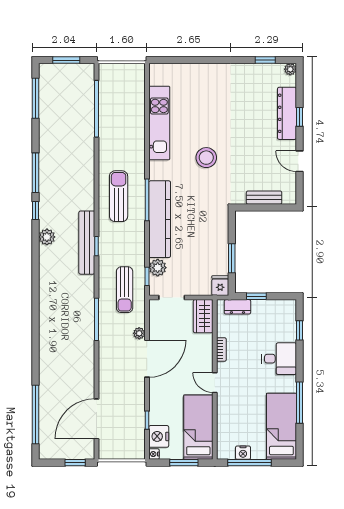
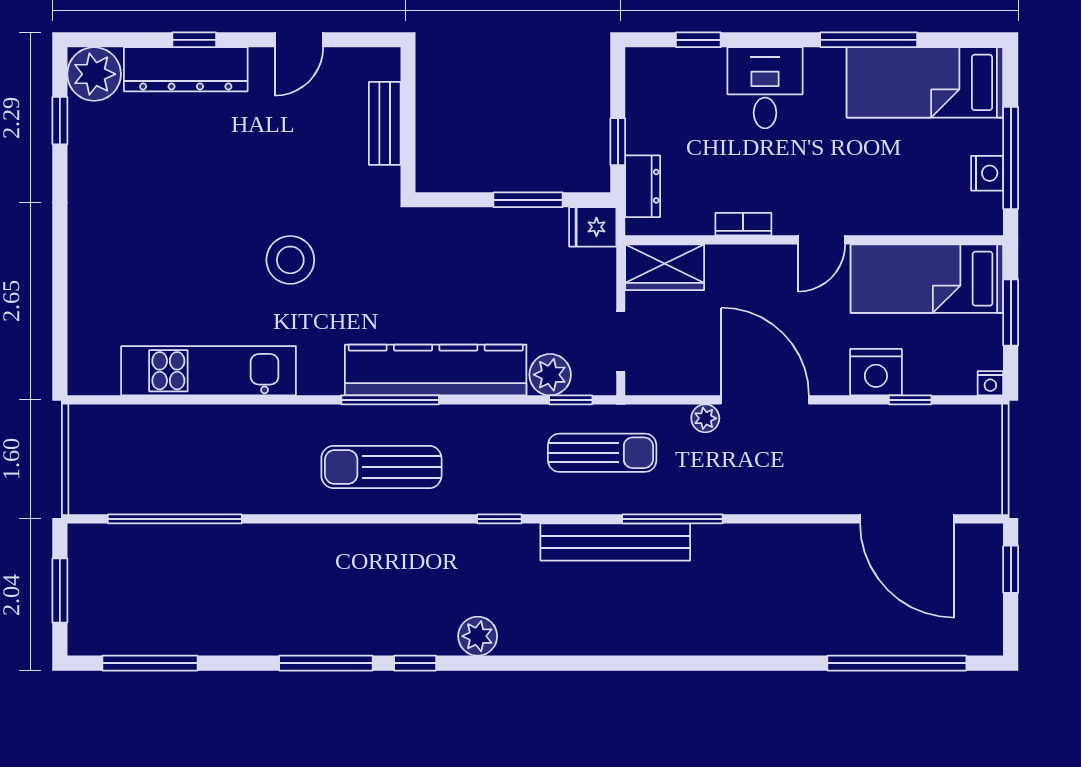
plant: (290, 69) -> (94, 74), width x1.88, depth x1.88
bench: (87, 243) -> (615, 542), moved
nightstand: (159, 436) -> (876, 372), moved

